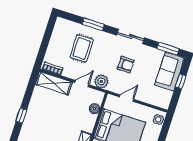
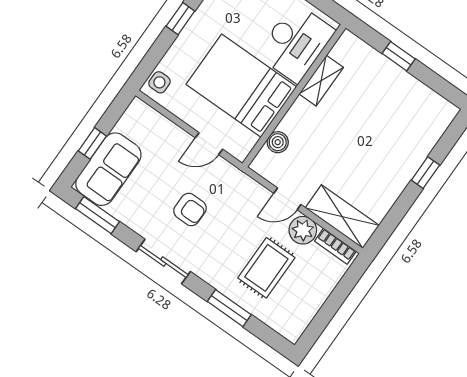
armchair: (126, 65) -> (190, 209), turned 180
plant: (101, 81) -> (303, 230), moved

